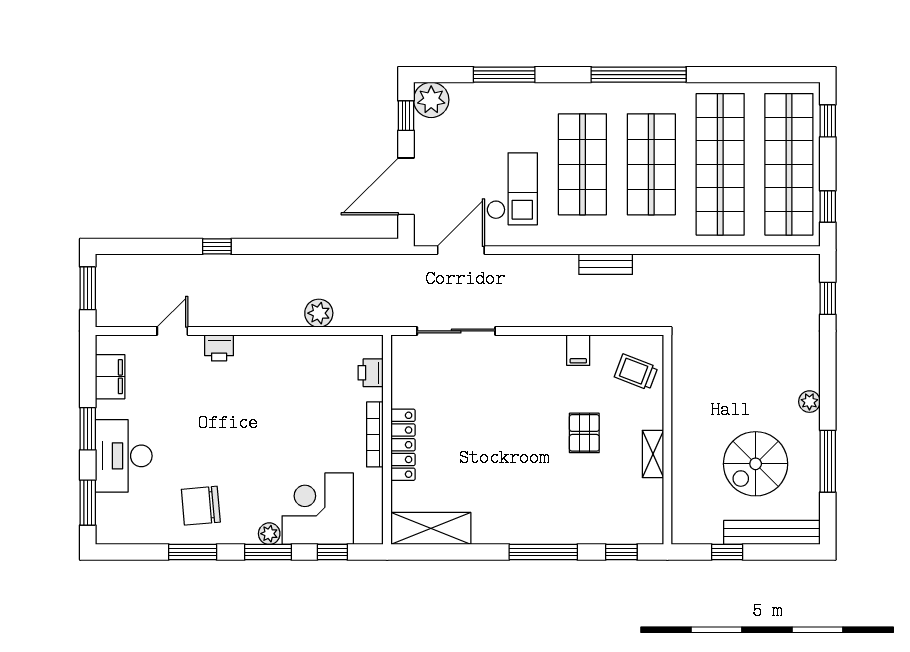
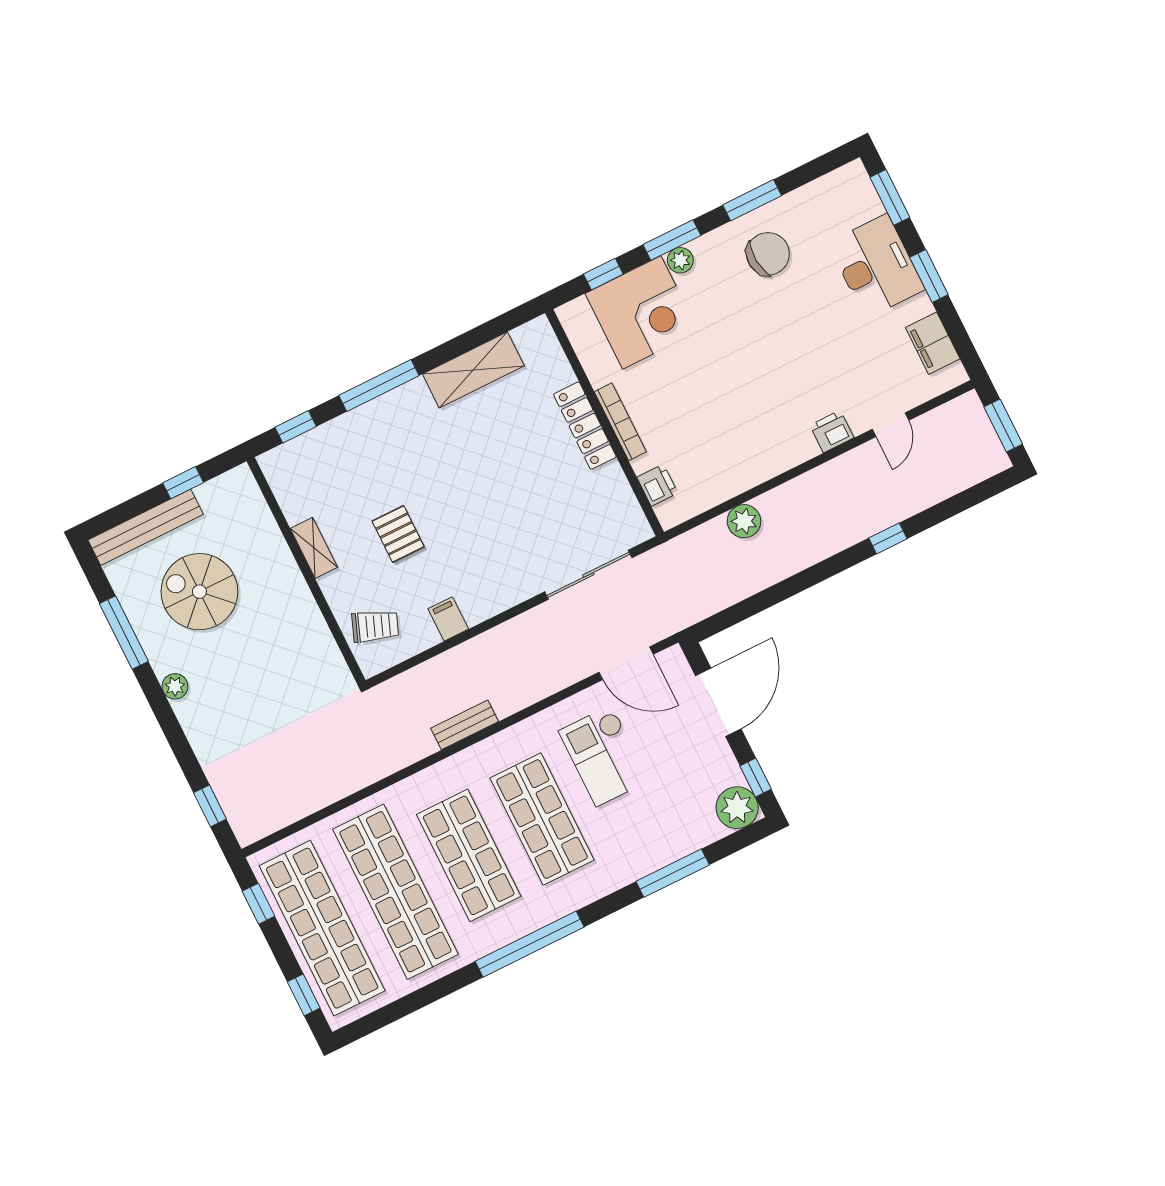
door: (461, 250) -> (626, 663), hinge flipped
spiral stairs: (756, 464) -> (199, 592), turned -90
shelving: (431, 528) -> (473, 370), moved

